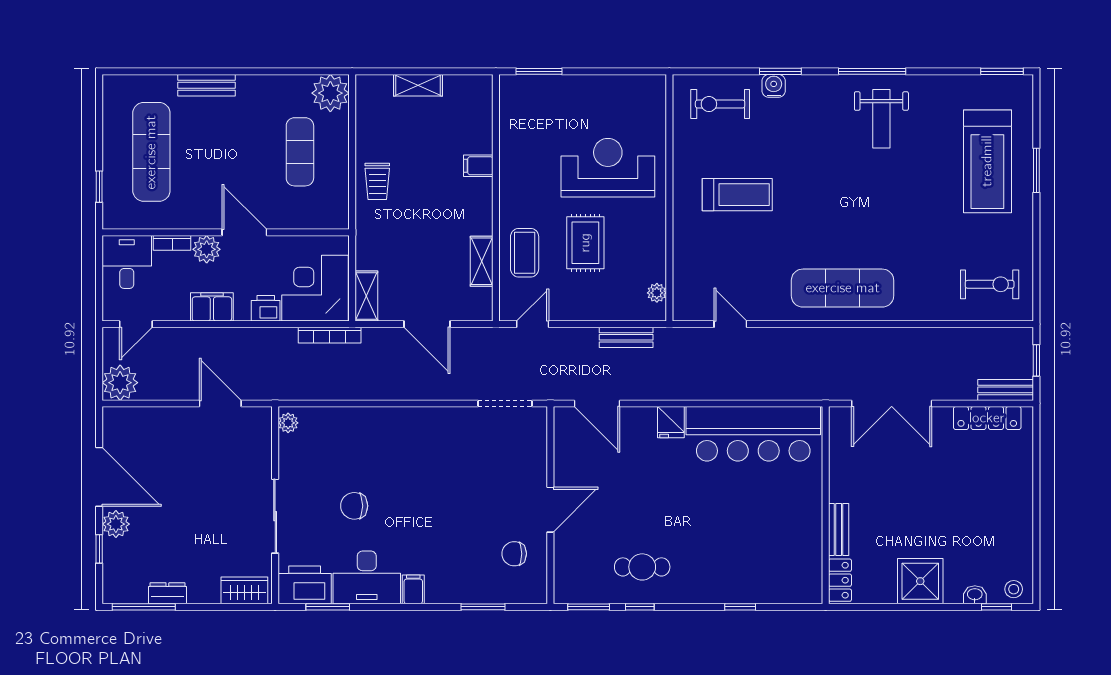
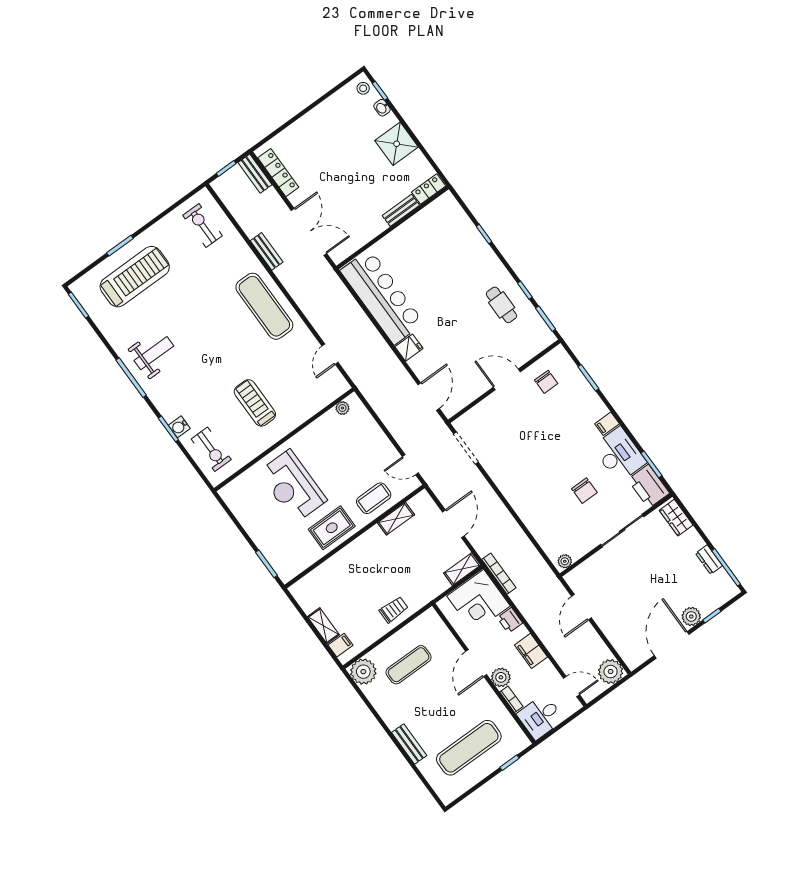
filing cabinet: (478, 166) -> (340, 645), moved, turned -90
rug: (585, 243) -> (332, 528), moved
bench: (626, 337) -> (267, 251), moved

